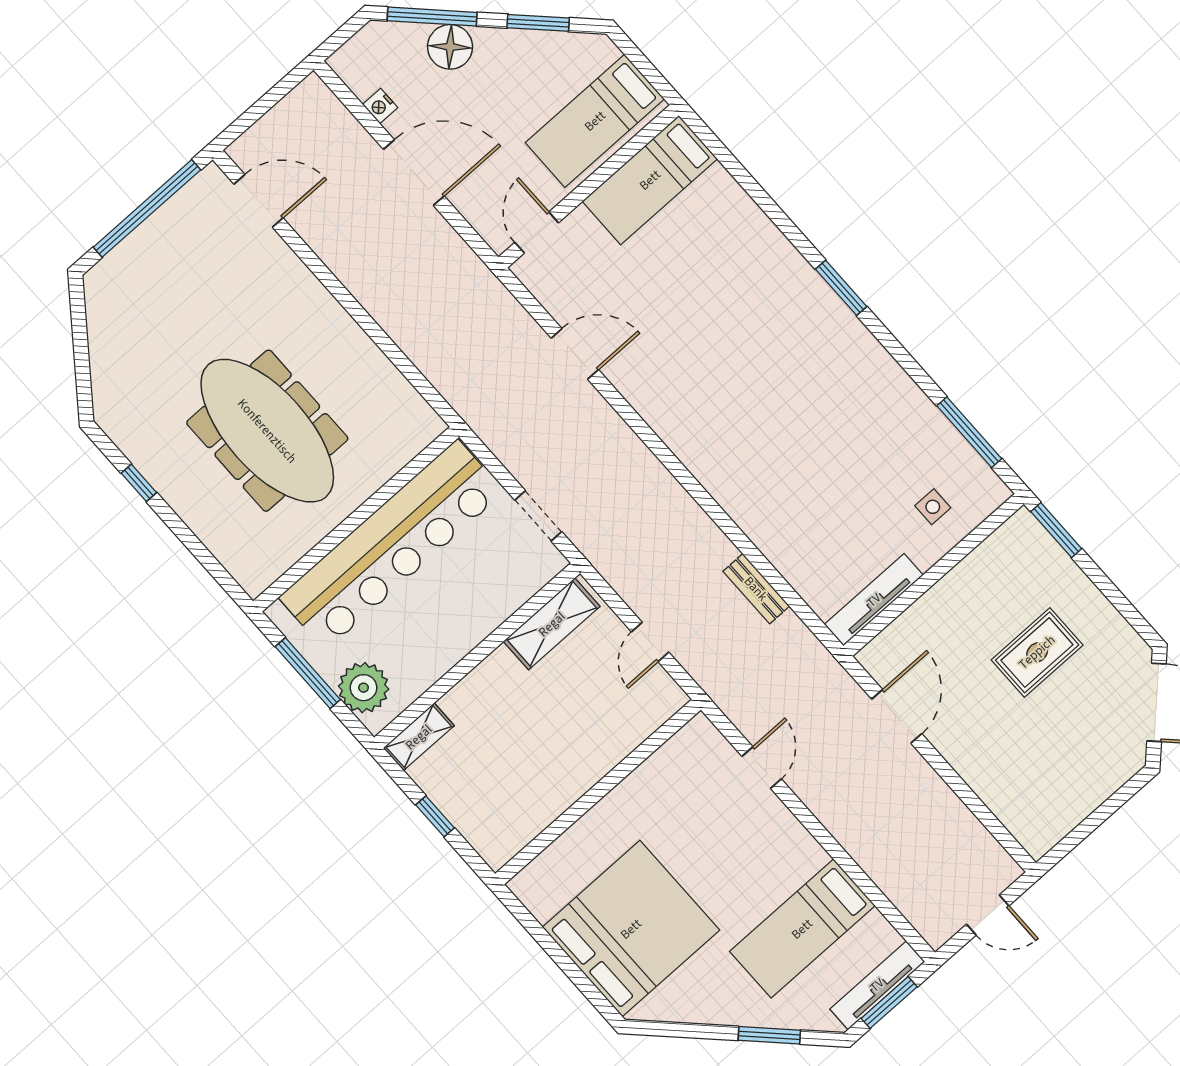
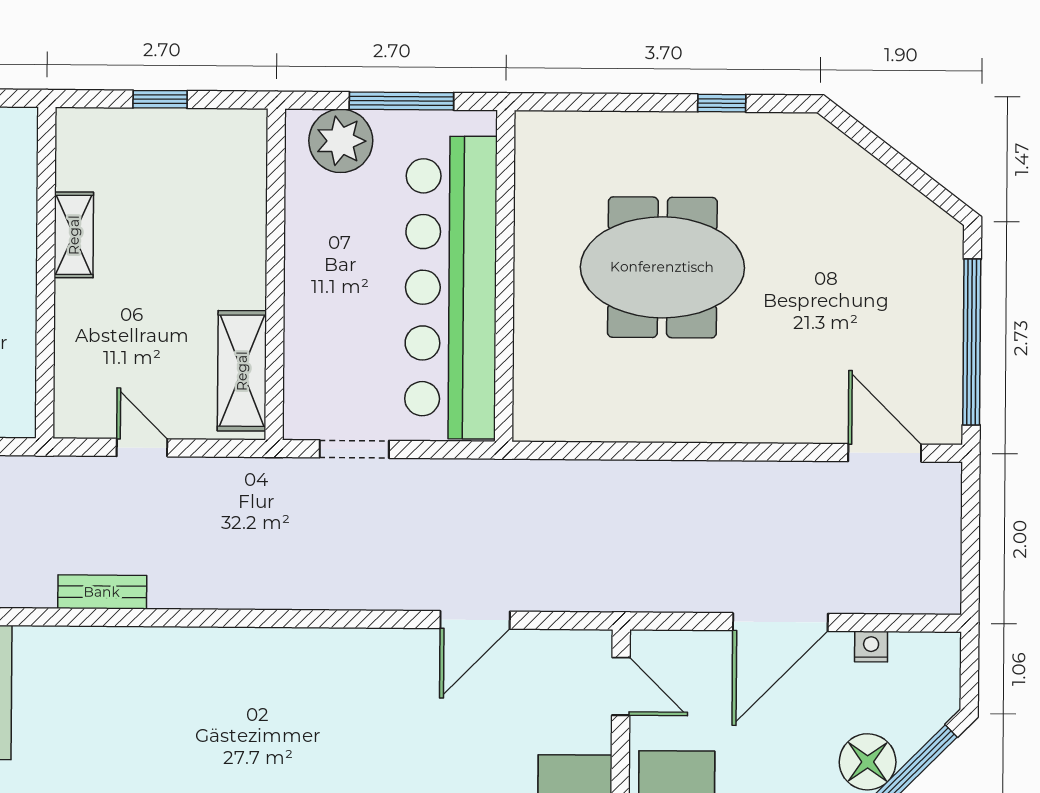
door: (259, 201) -> (885, 453), swing flipped
meeting table: (267, 431) -> (662, 267), width x0.73
shelving: (419, 737) -> (74, 235), moved

